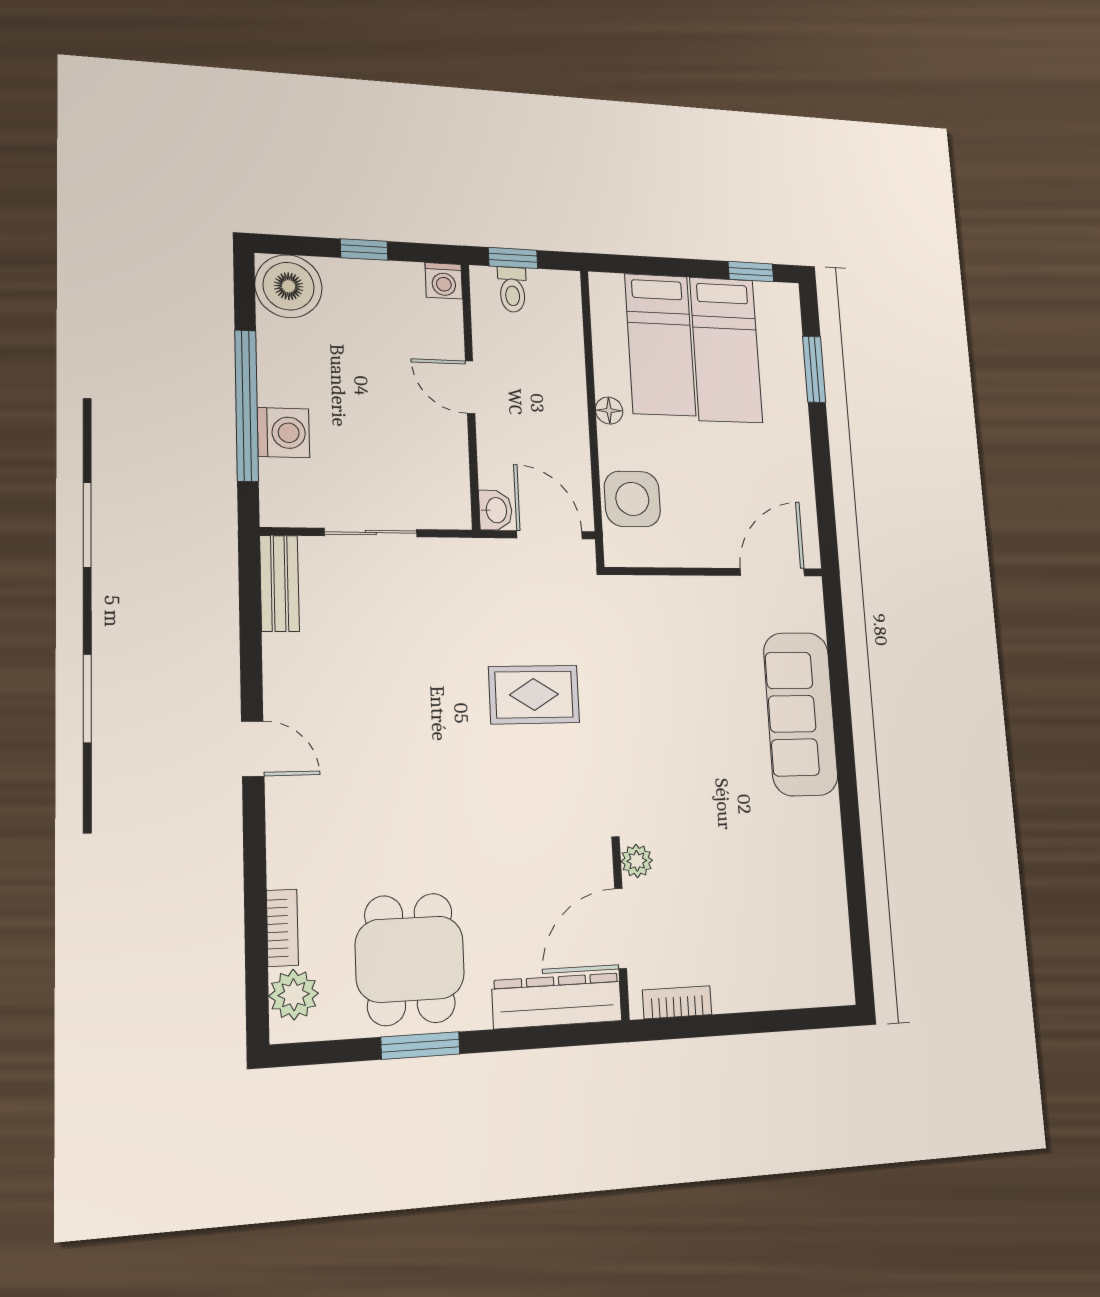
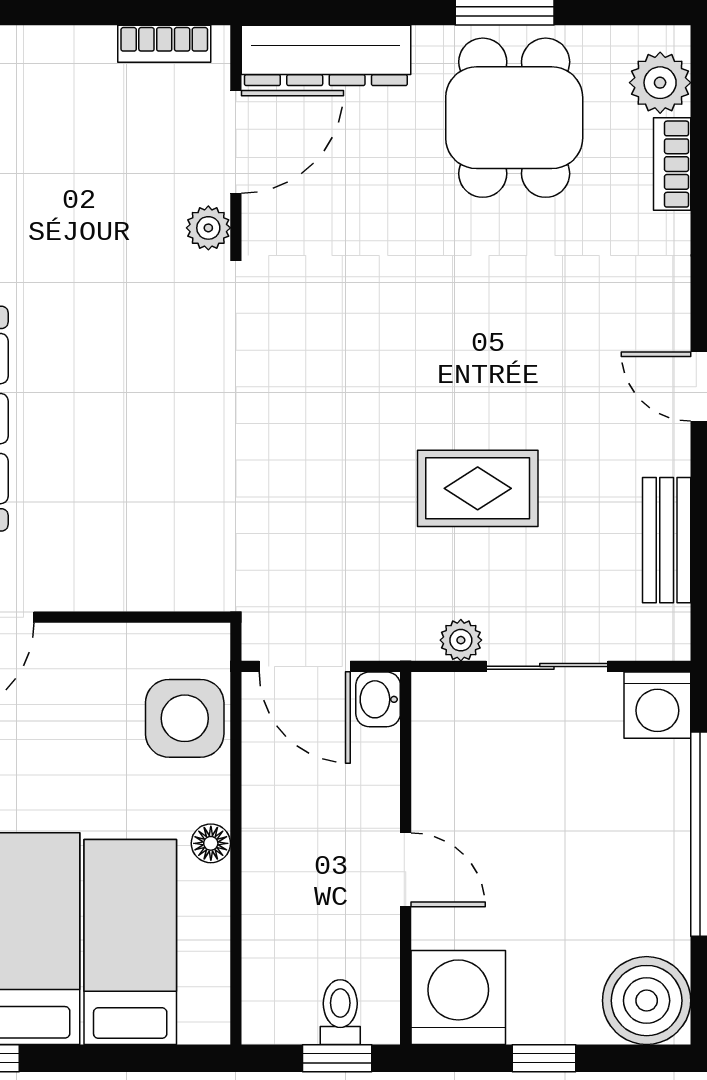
washing machine: (444, 281) -> (458, 997), width x1.89, depth x1.89
washing machine: (284, 433) -> (657, 705), moved, turned -90
plant: (436, 553) -> (461, 640), added
bench: (280, 583) -> (667, 540), moved
rug: (534, 695) -> (478, 488), moved

